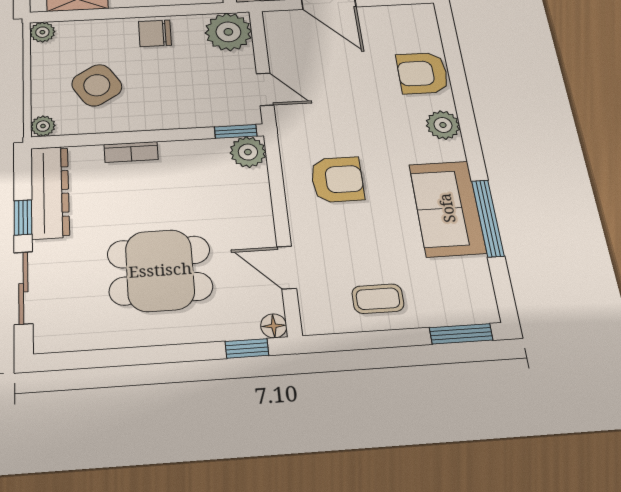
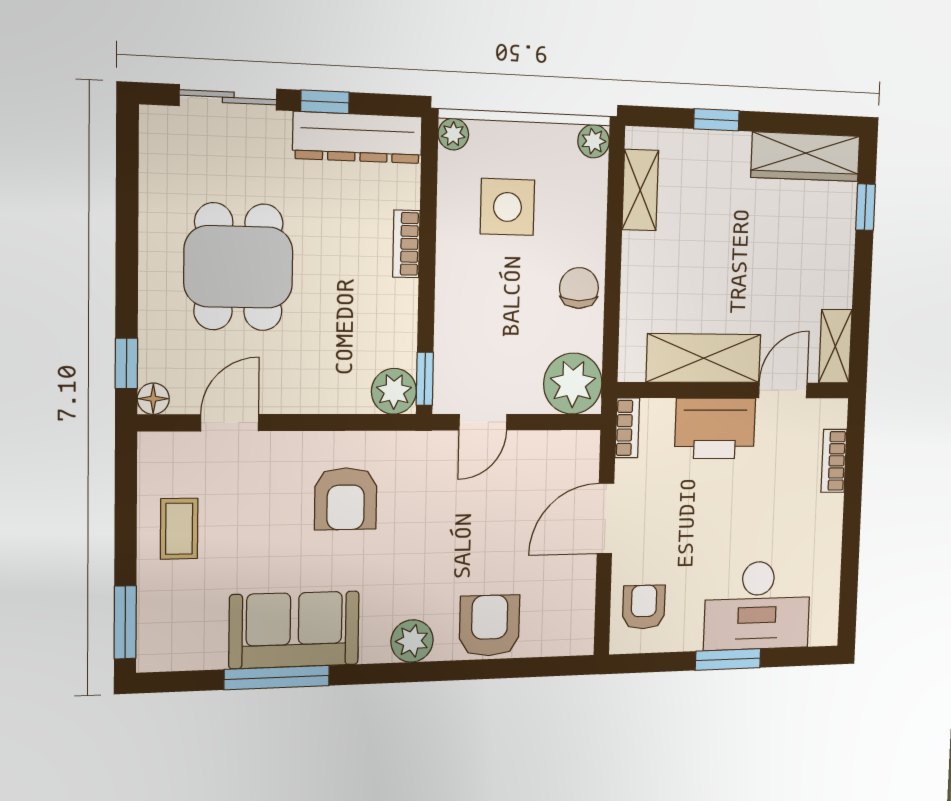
side table: (97, 85) -> (507, 207), turned 32

